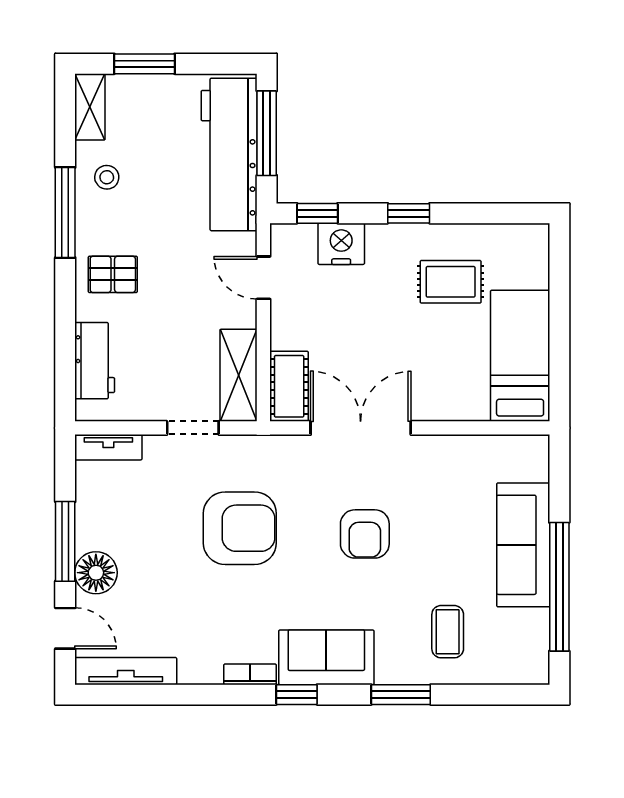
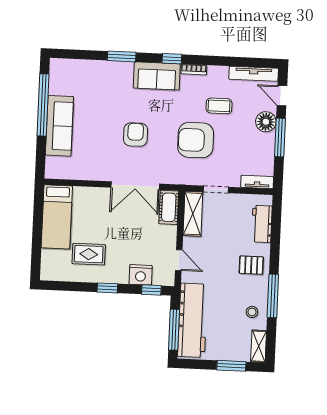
coffee table: (448, 632) -> (219, 106), moved, turned 90

